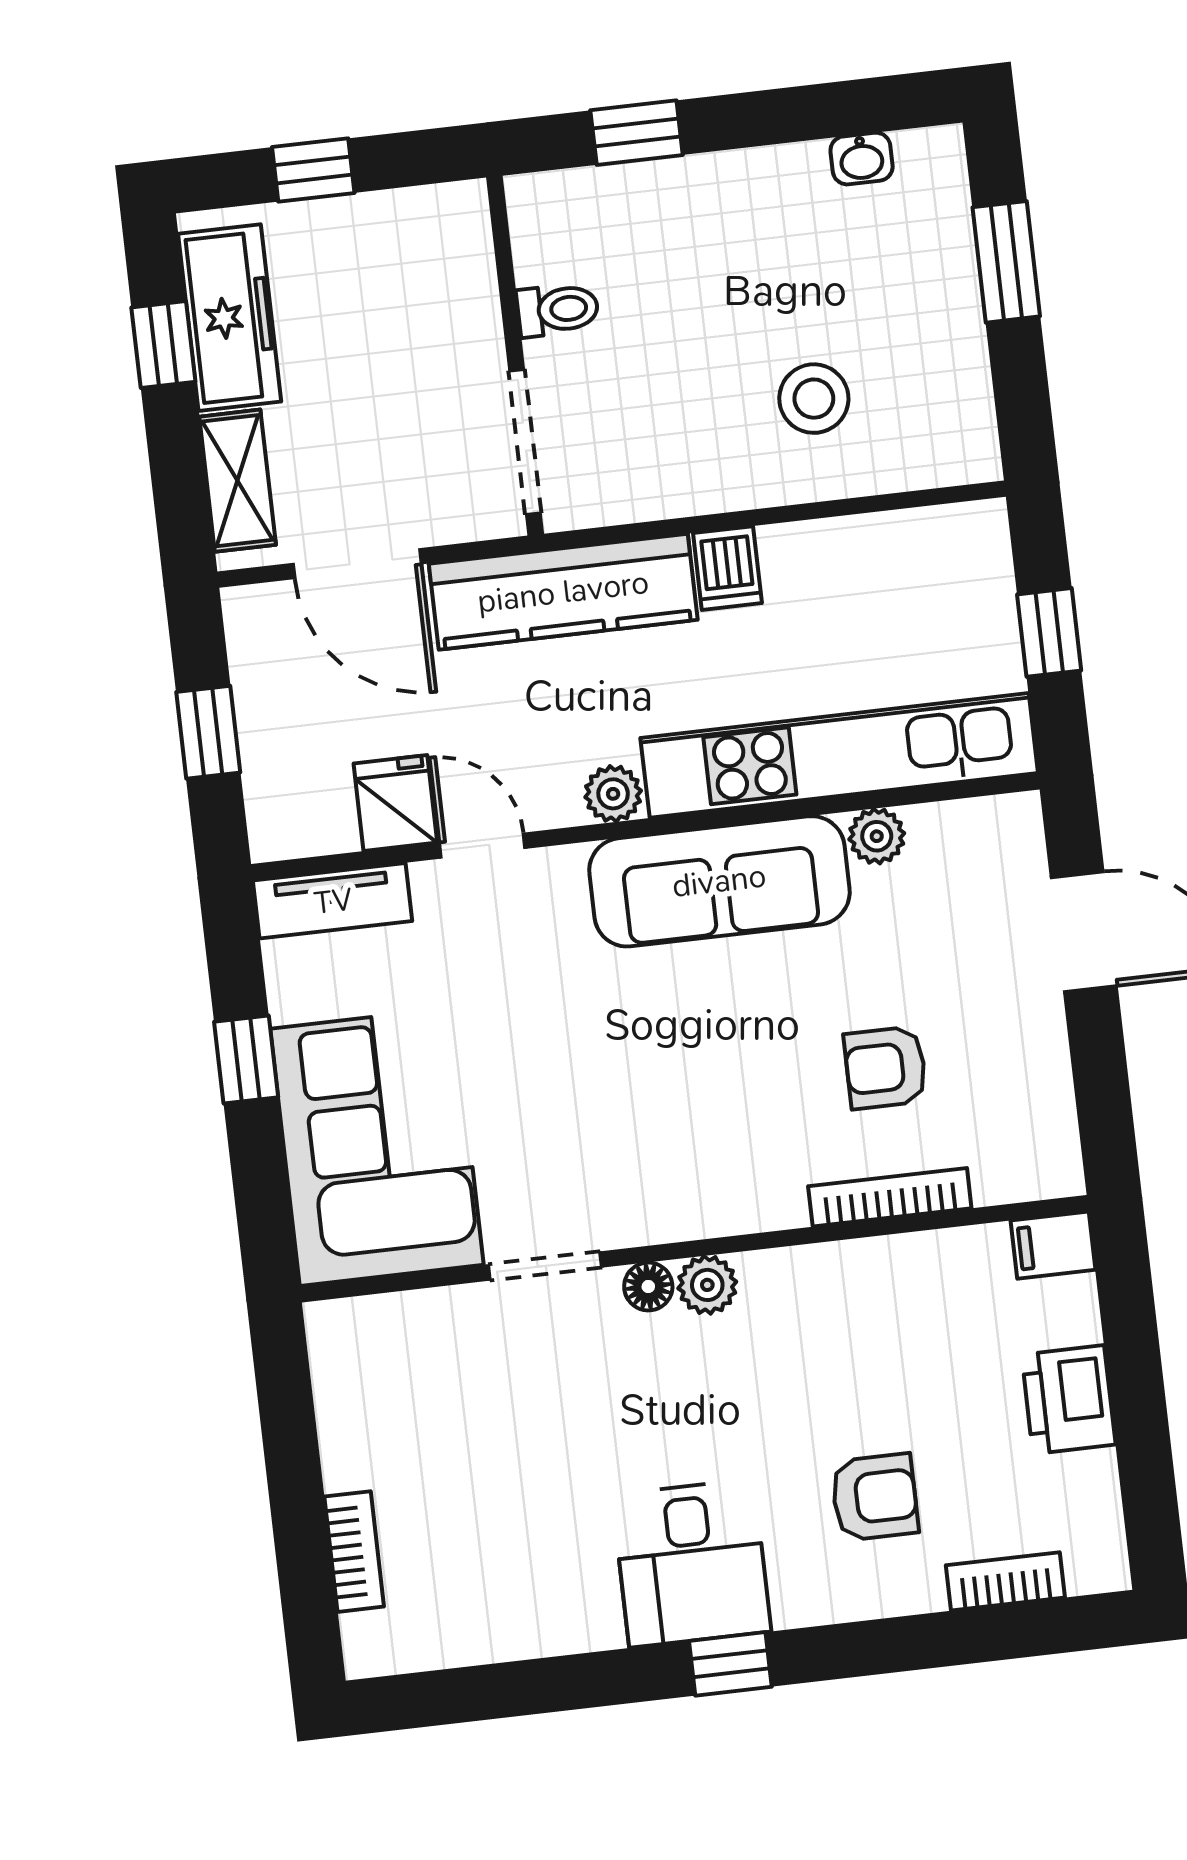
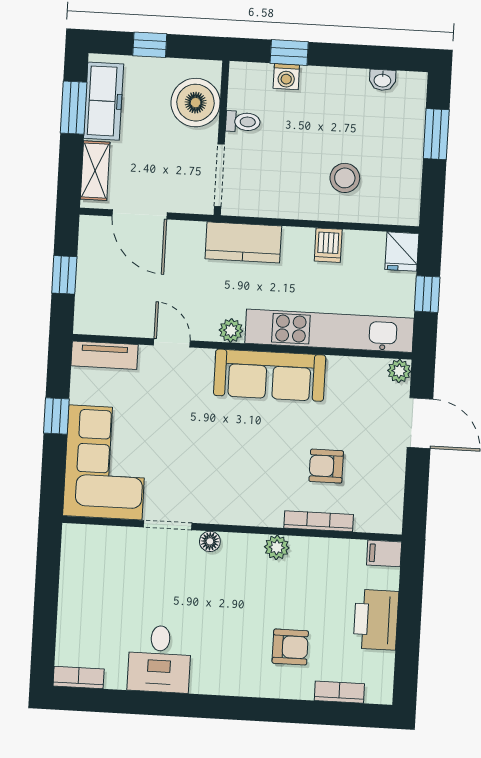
washing machine: (639, 189) -> (286, 77), added
boiler: (441, 285) -> (196, 103), added
window: (163, 345) -> (74, 108), width x1.50
dishwasher: (727, 568) -> (328, 245), moved
kitchen counter: (563, 592) -> (243, 242), width x0.67
fridge: (395, 803) -> (402, 252), moved, turned 180
plant: (877, 836) -> (399, 371), moved
plant: (707, 1285) -> (277, 547), moved
printer: (1069, 1400) -> (376, 620), width x1.37, depth x1.19
bookcase: (354, 1552) -> (79, 677), moved, turned -90
desk: (691, 1563) -> (159, 659), moved
window: (730, 1664) -> (217, 707), removed

